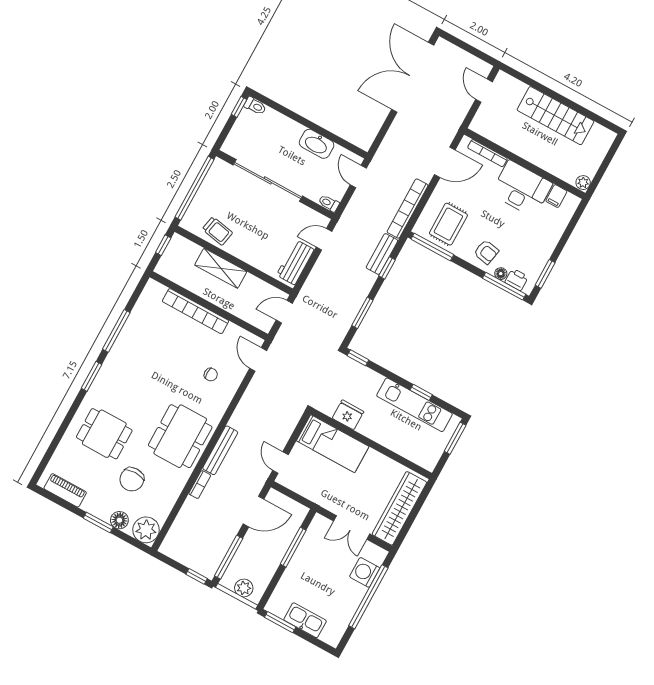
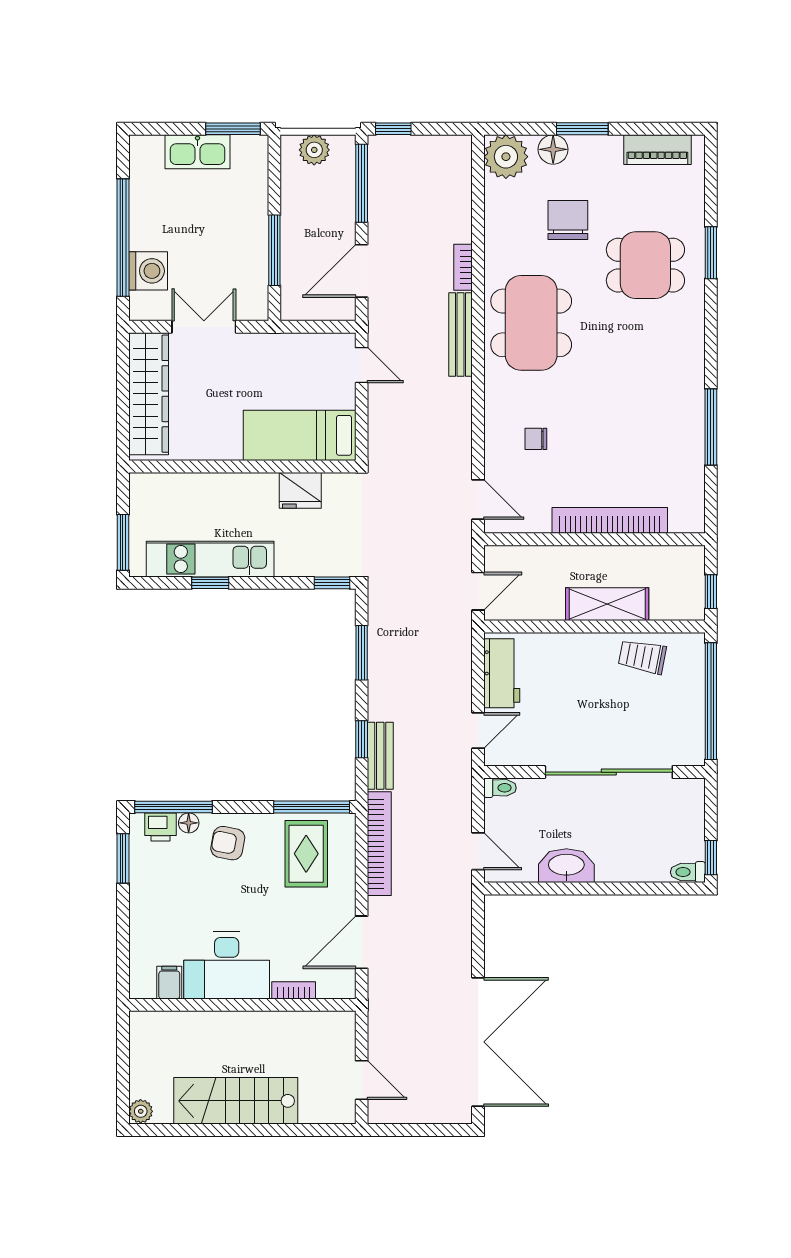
bookcase: (487, 153) -> (294, 990), width x0.64
plant: (583, 183) -> (141, 1111), moved
window: (91, 376) -> (711, 253), moved

